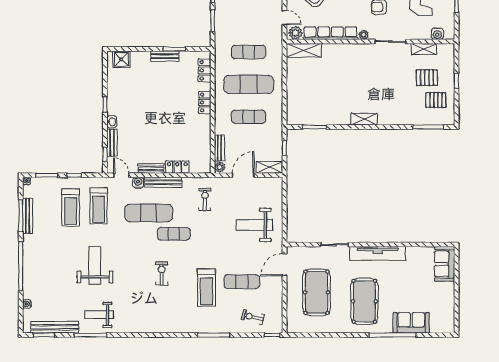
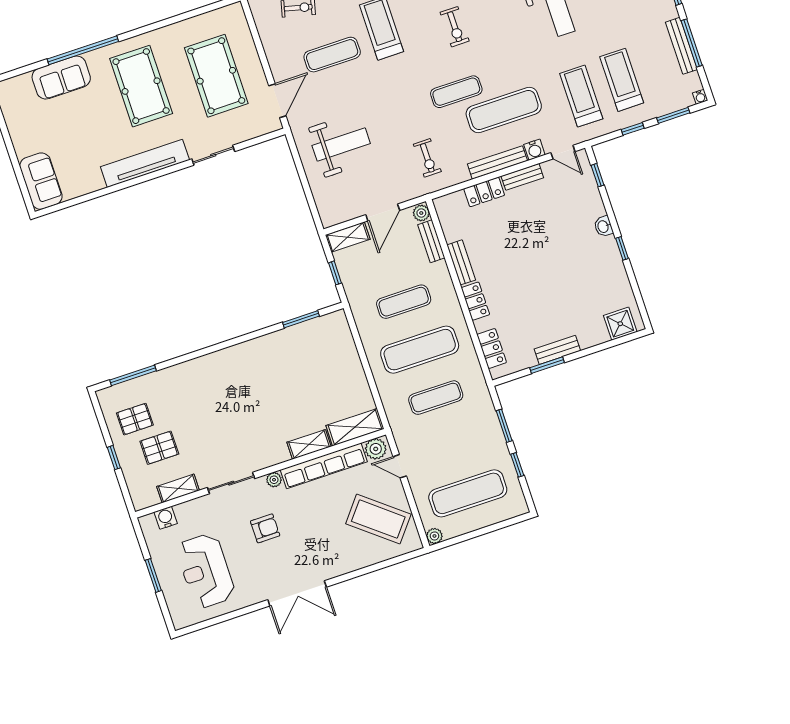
shelving: (364, 119) -> (309, 444), moved
bench: (112, 143) -> (461, 262), moved

